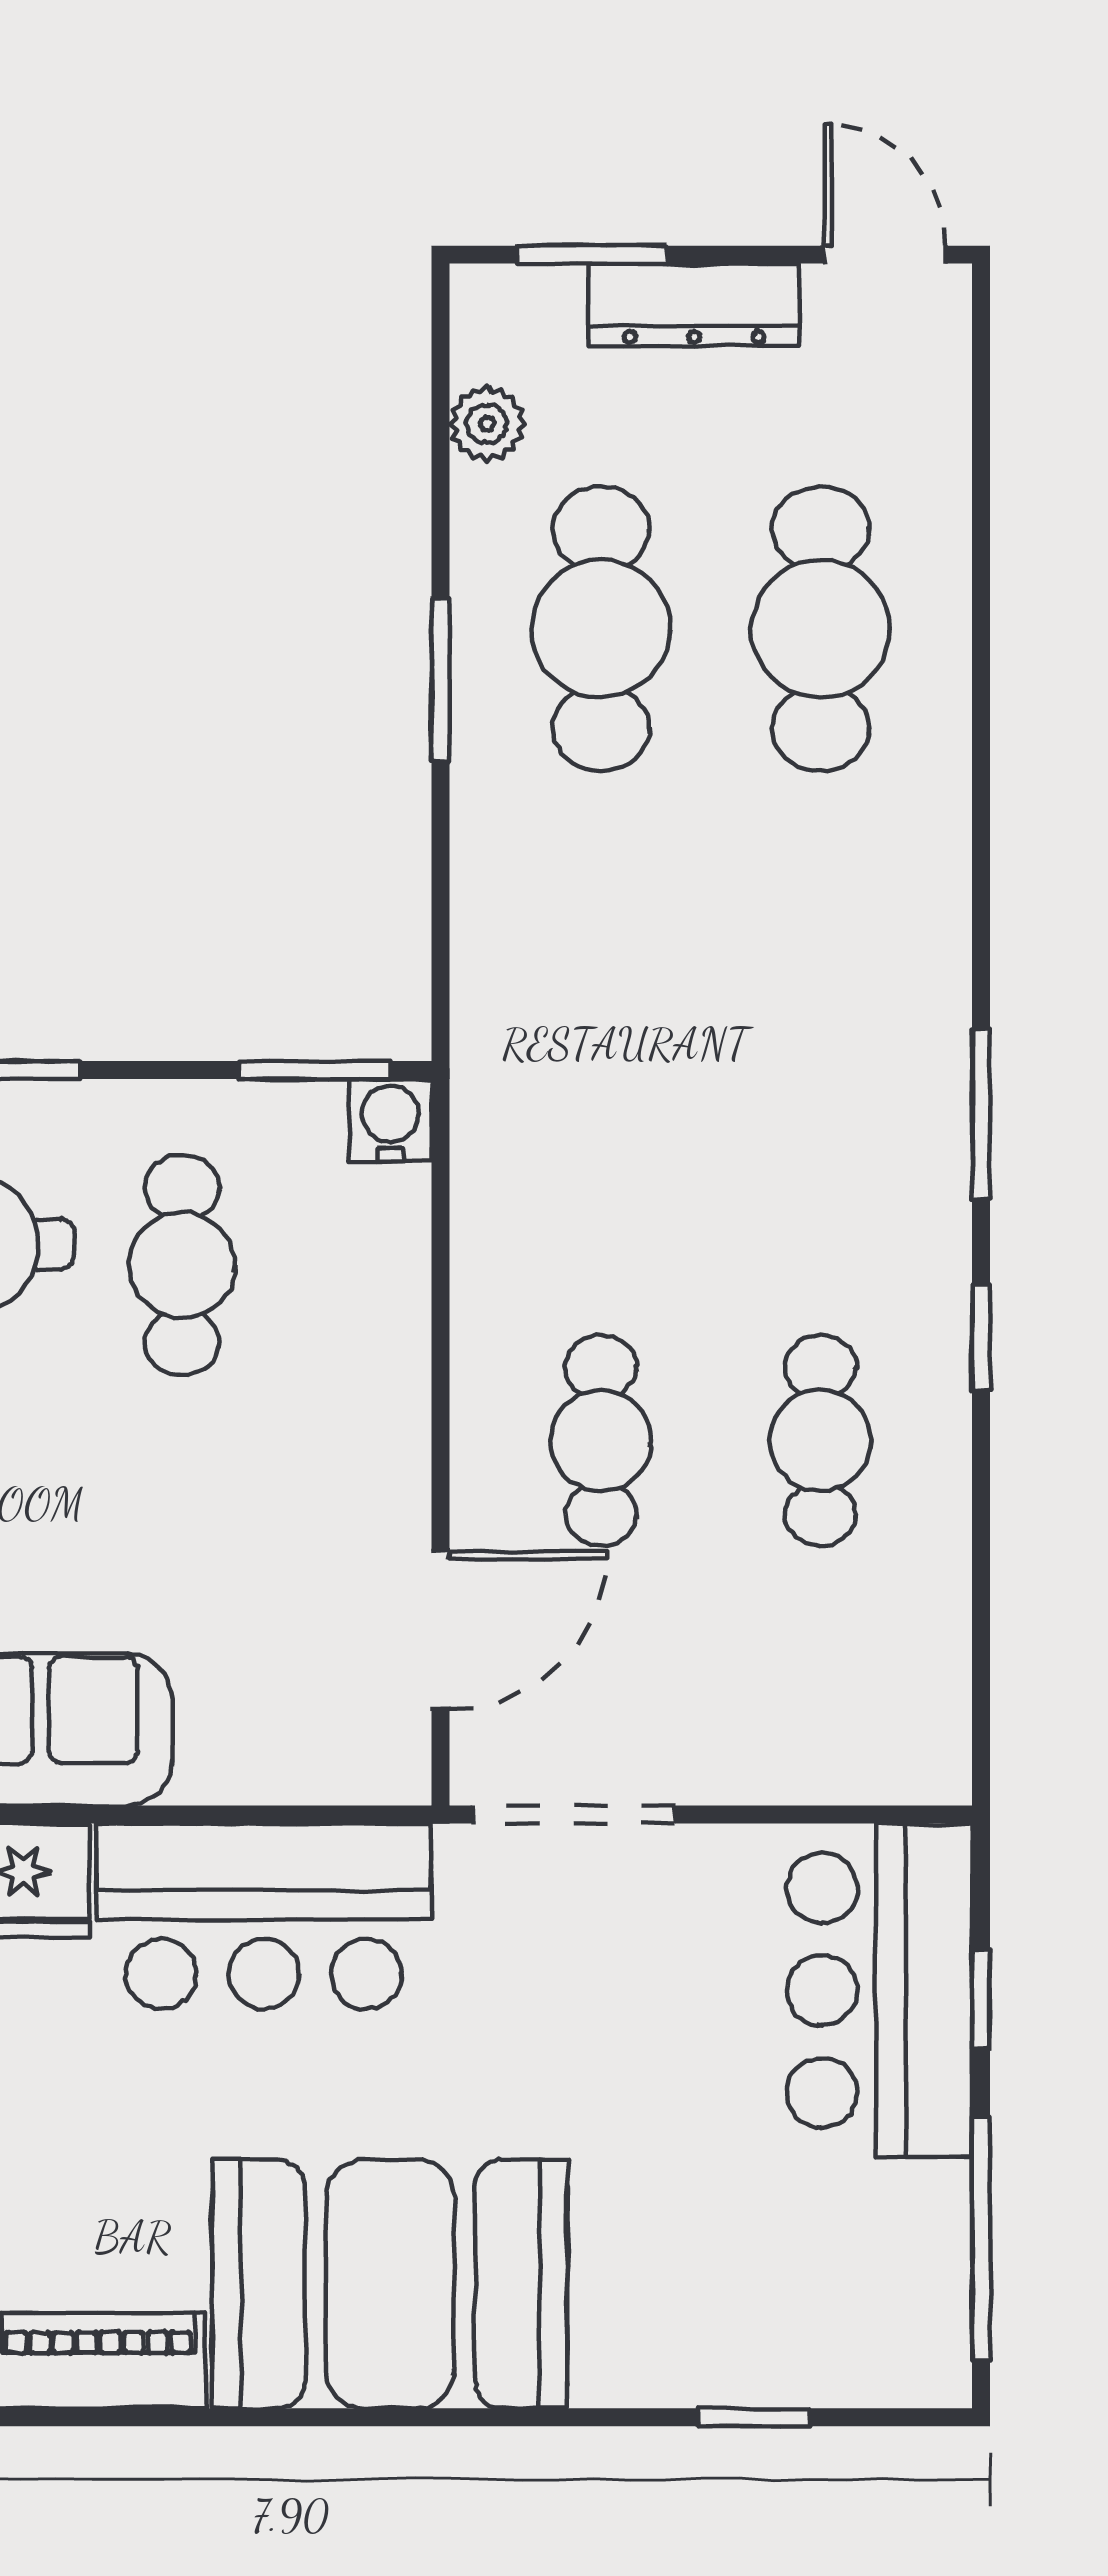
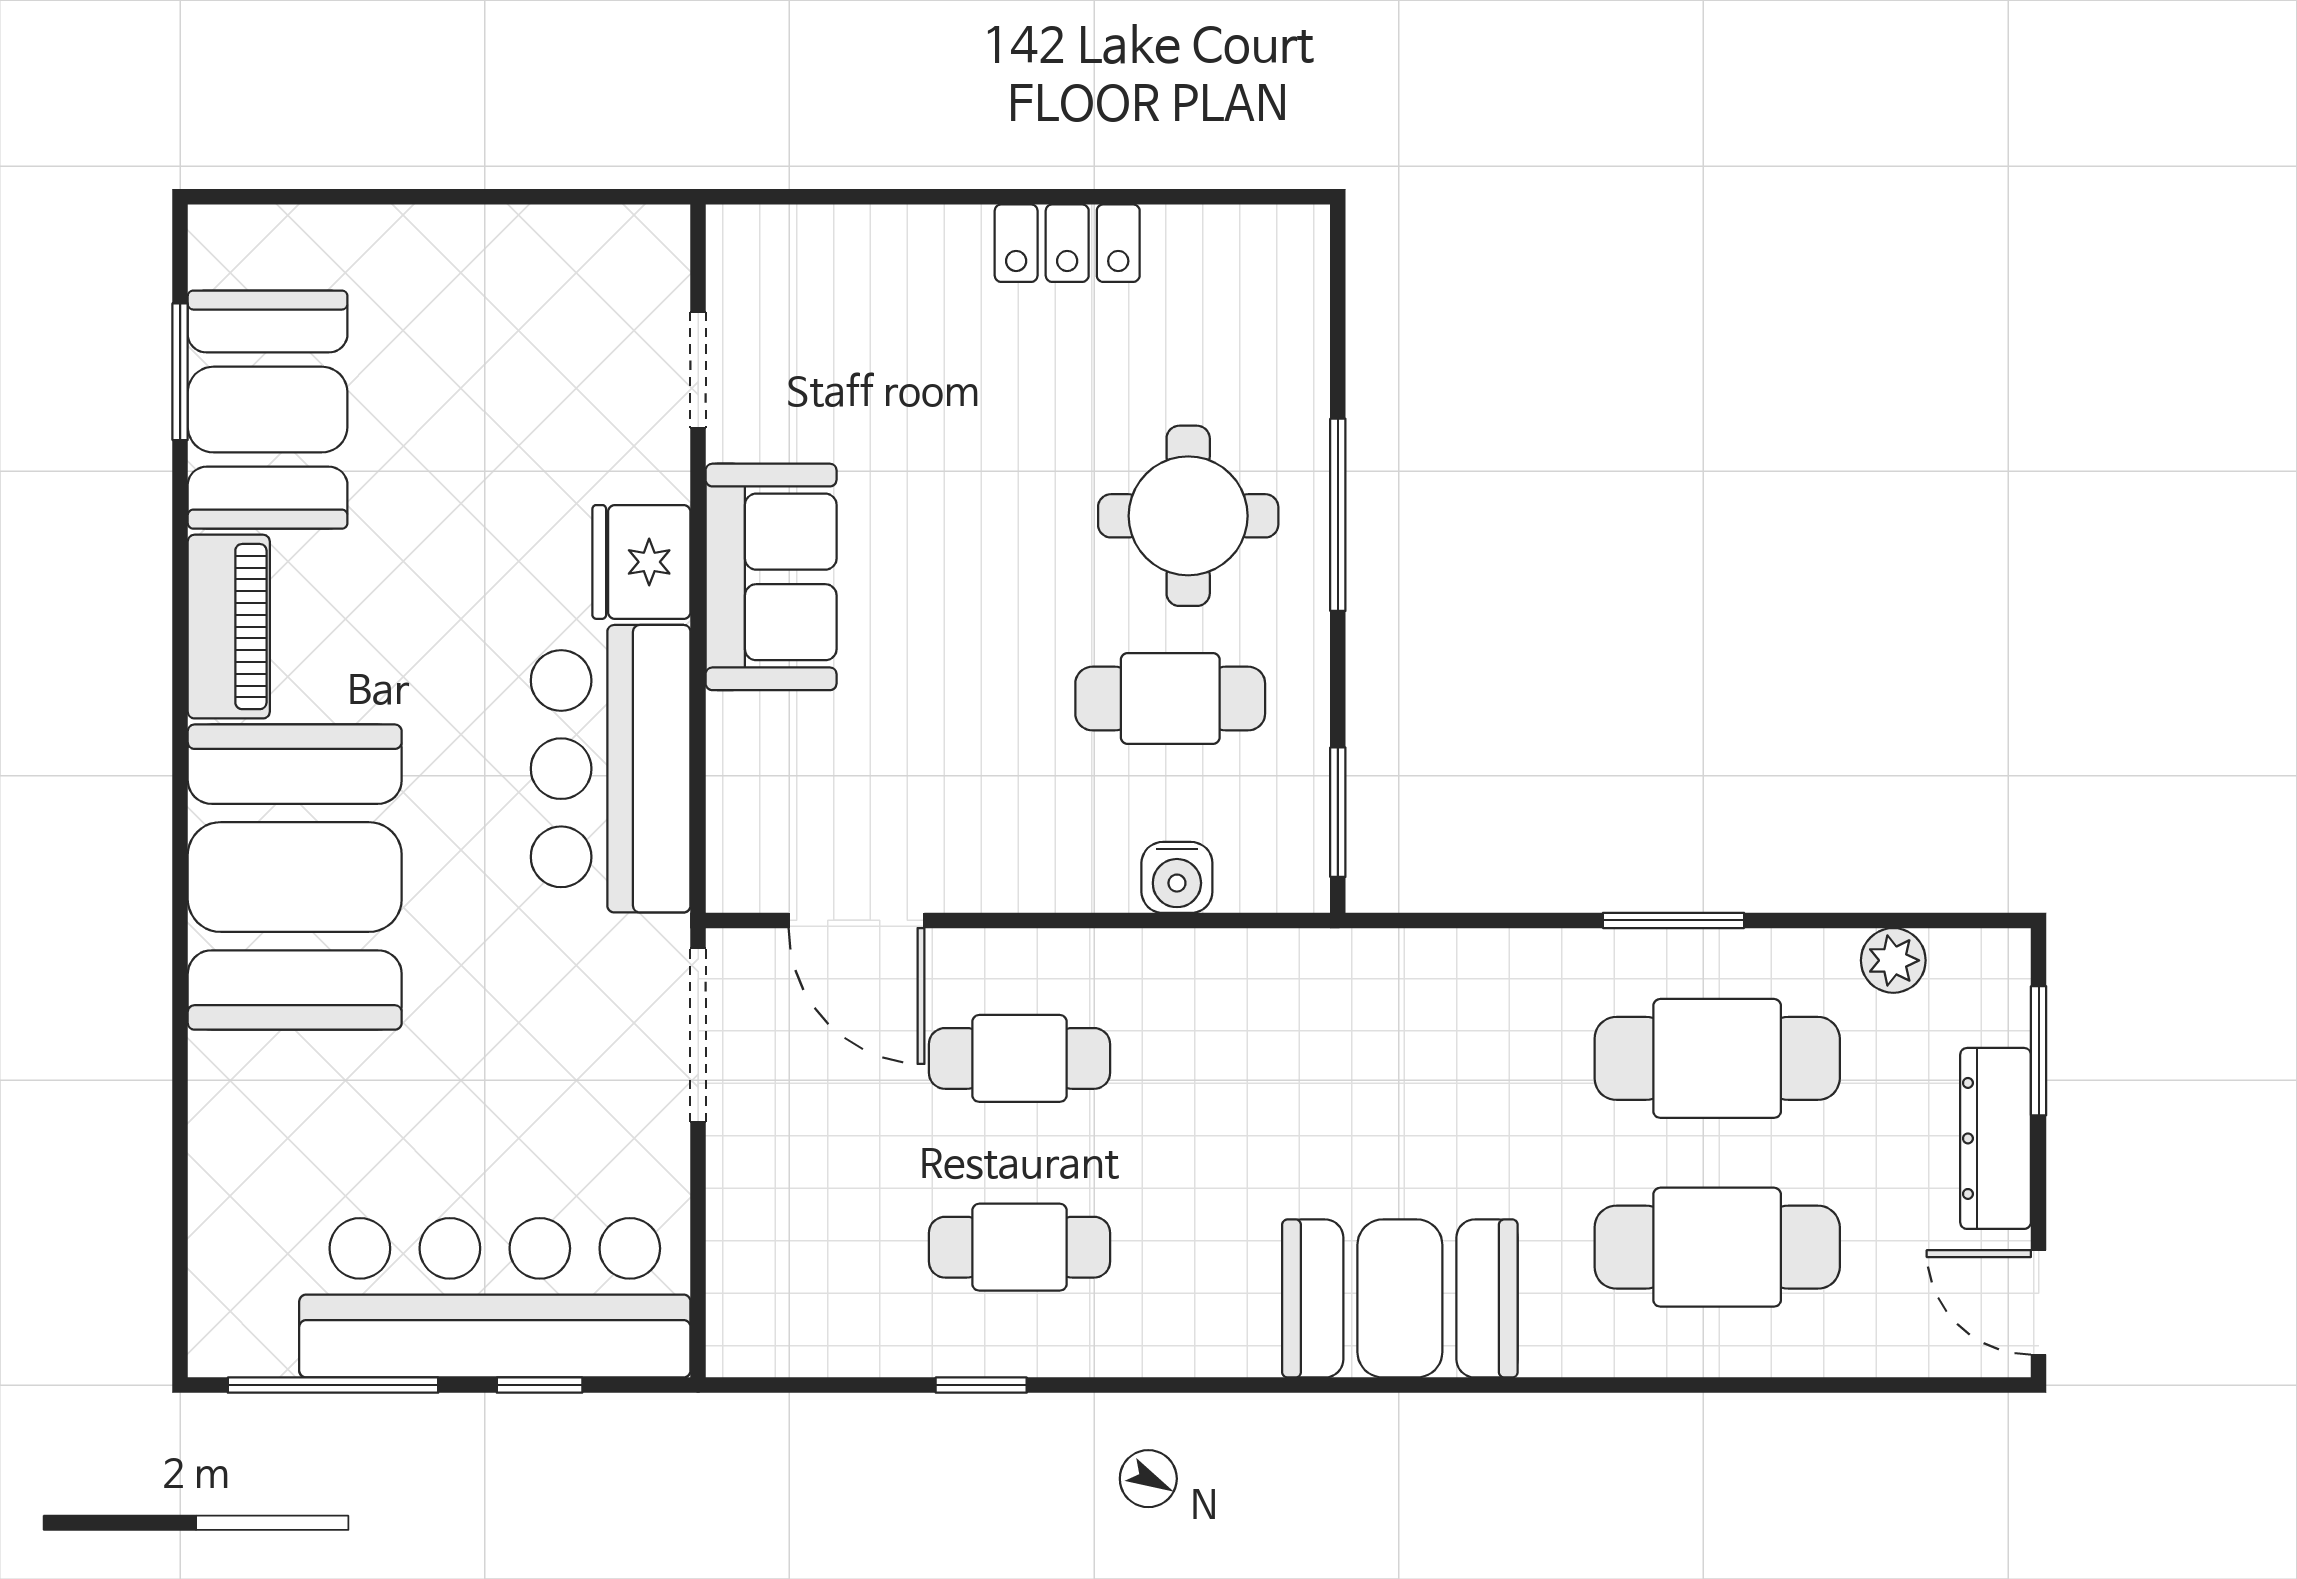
door: (885, 255) -> (2039, 1302), swing flipped
booth: (880, 998) -> (1400, 1298), added
window: (981, 1114) -> (1300, 1385), removed
water cooler: (390, 1120) -> (1177, 877), moved, turned 90
window: (981, 1338) -> (981, 1385), moved
bar counter: (880, 1990) -> (495, 1298), width x1.36
window: (753, 2417) -> (180, 1189), removed

